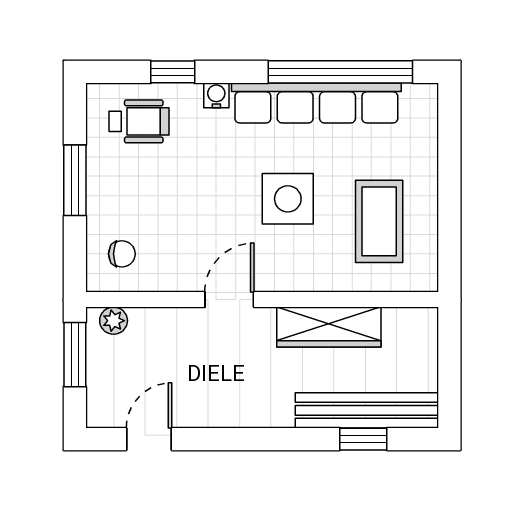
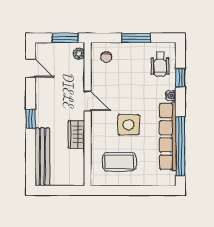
wardrobe: (329, 327) -> (76, 134), width x0.67
window: (363, 439) -> (31, 119), moved

